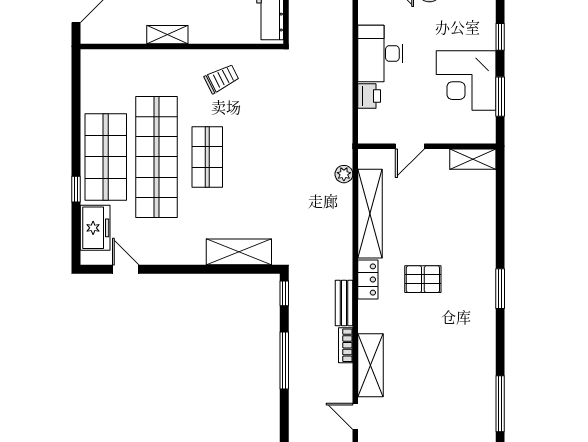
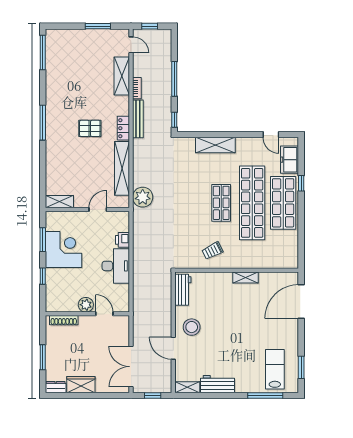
plant: (344, 174) -> (143, 197), width x1.88, depth x1.88
shelving: (239, 252) -> (215, 145), moved
window: (500, 289) -> (43, 123), width x1.44
bench: (344, 303) -> (138, 119), width x1.36

